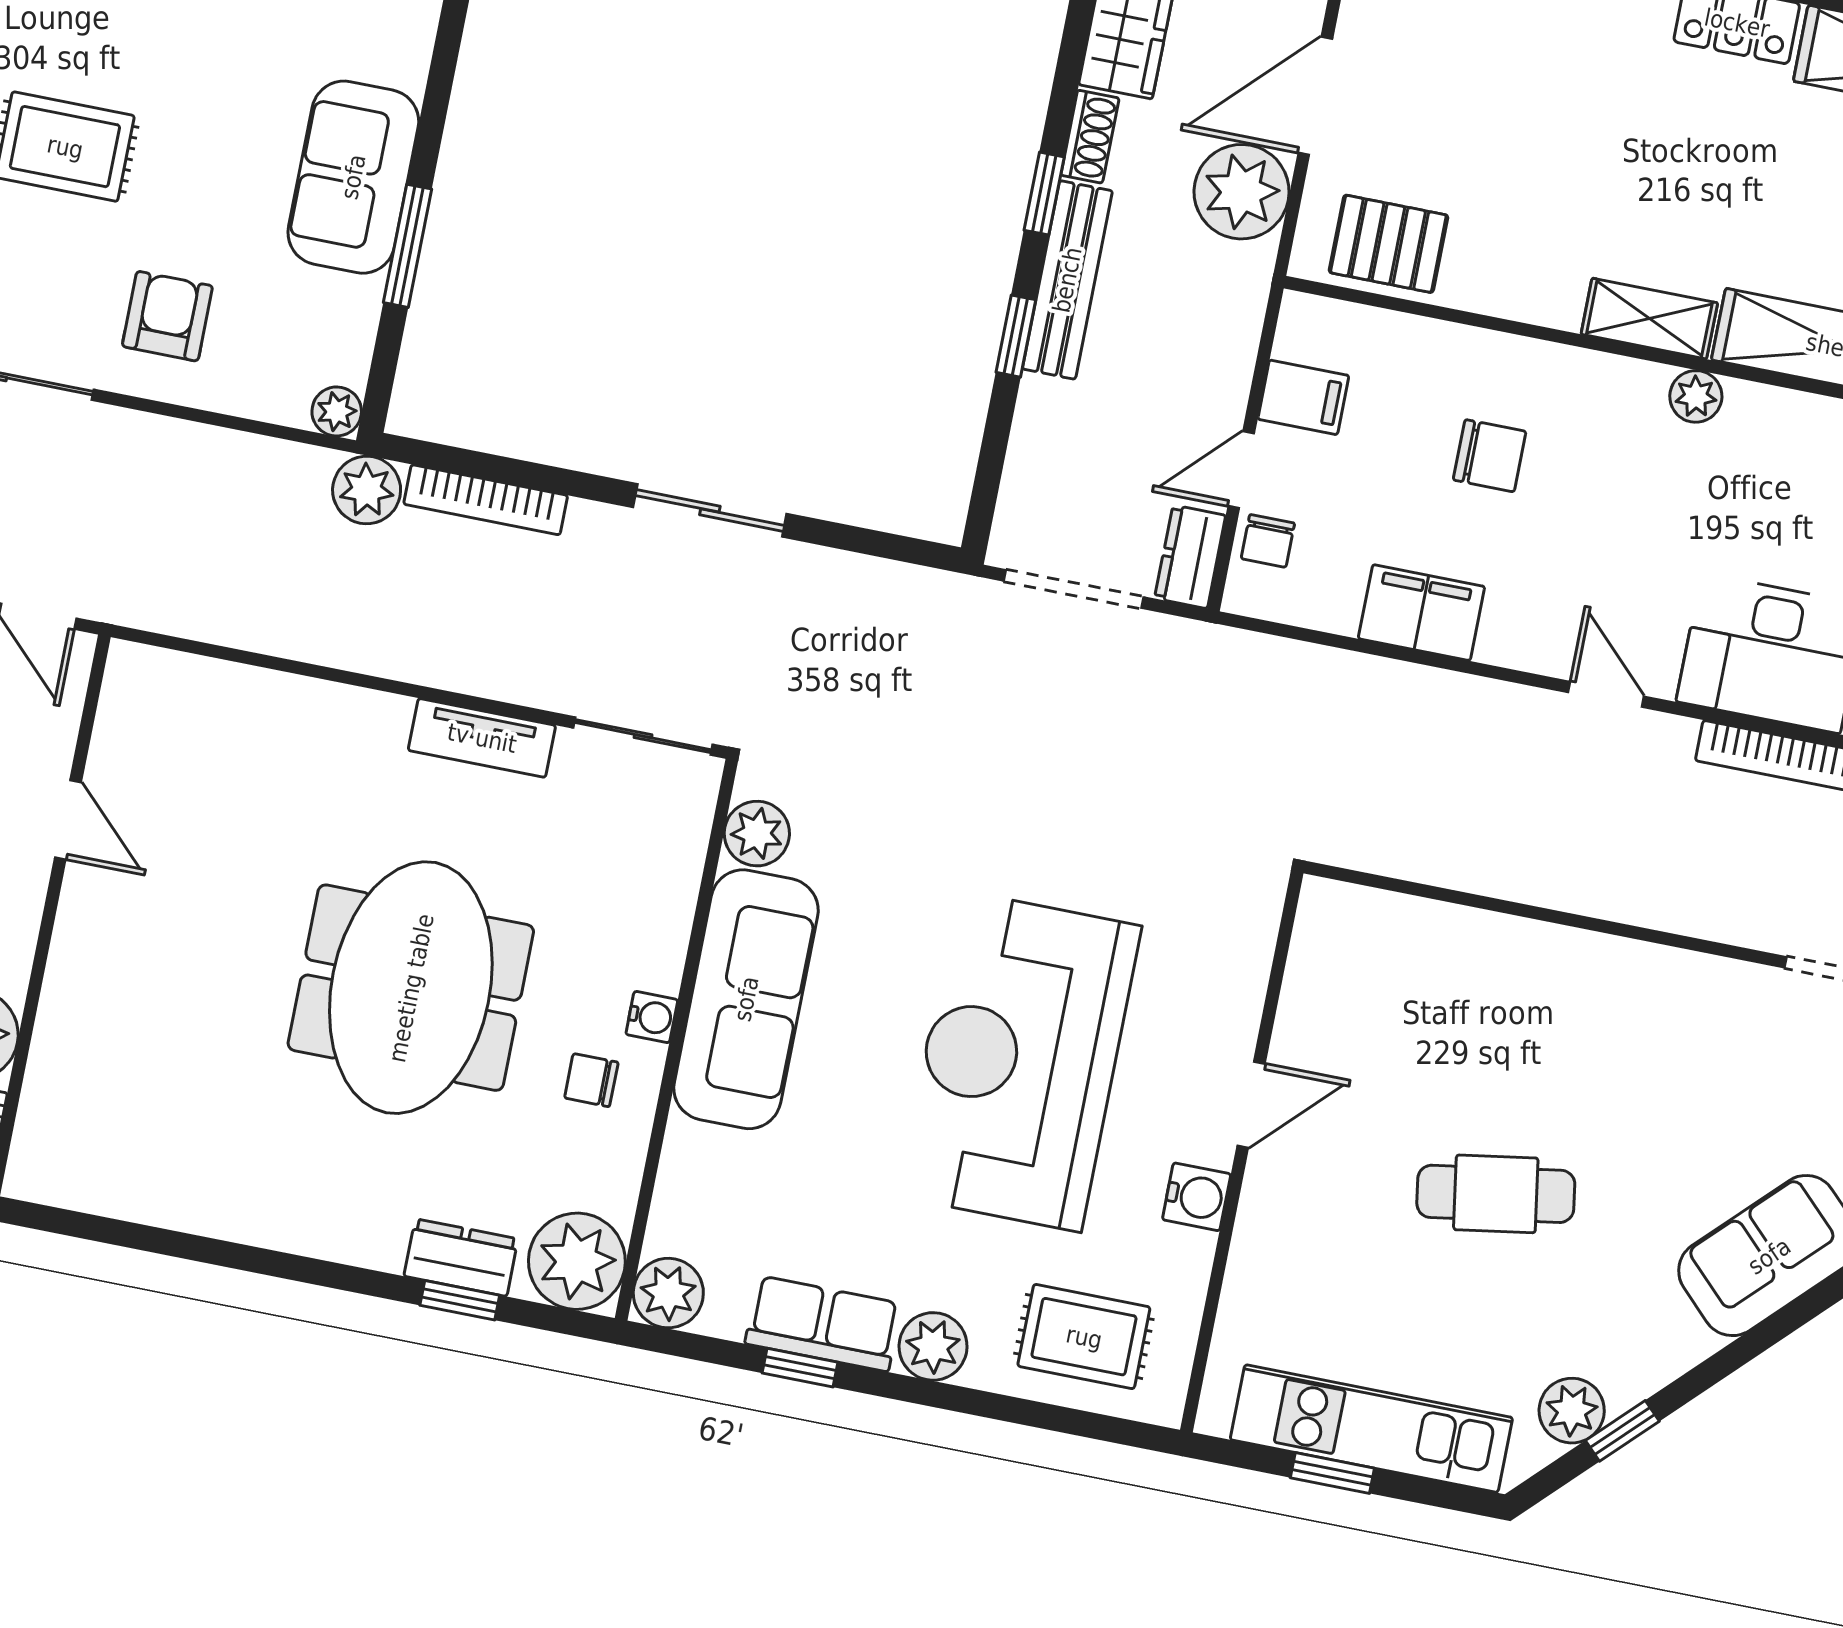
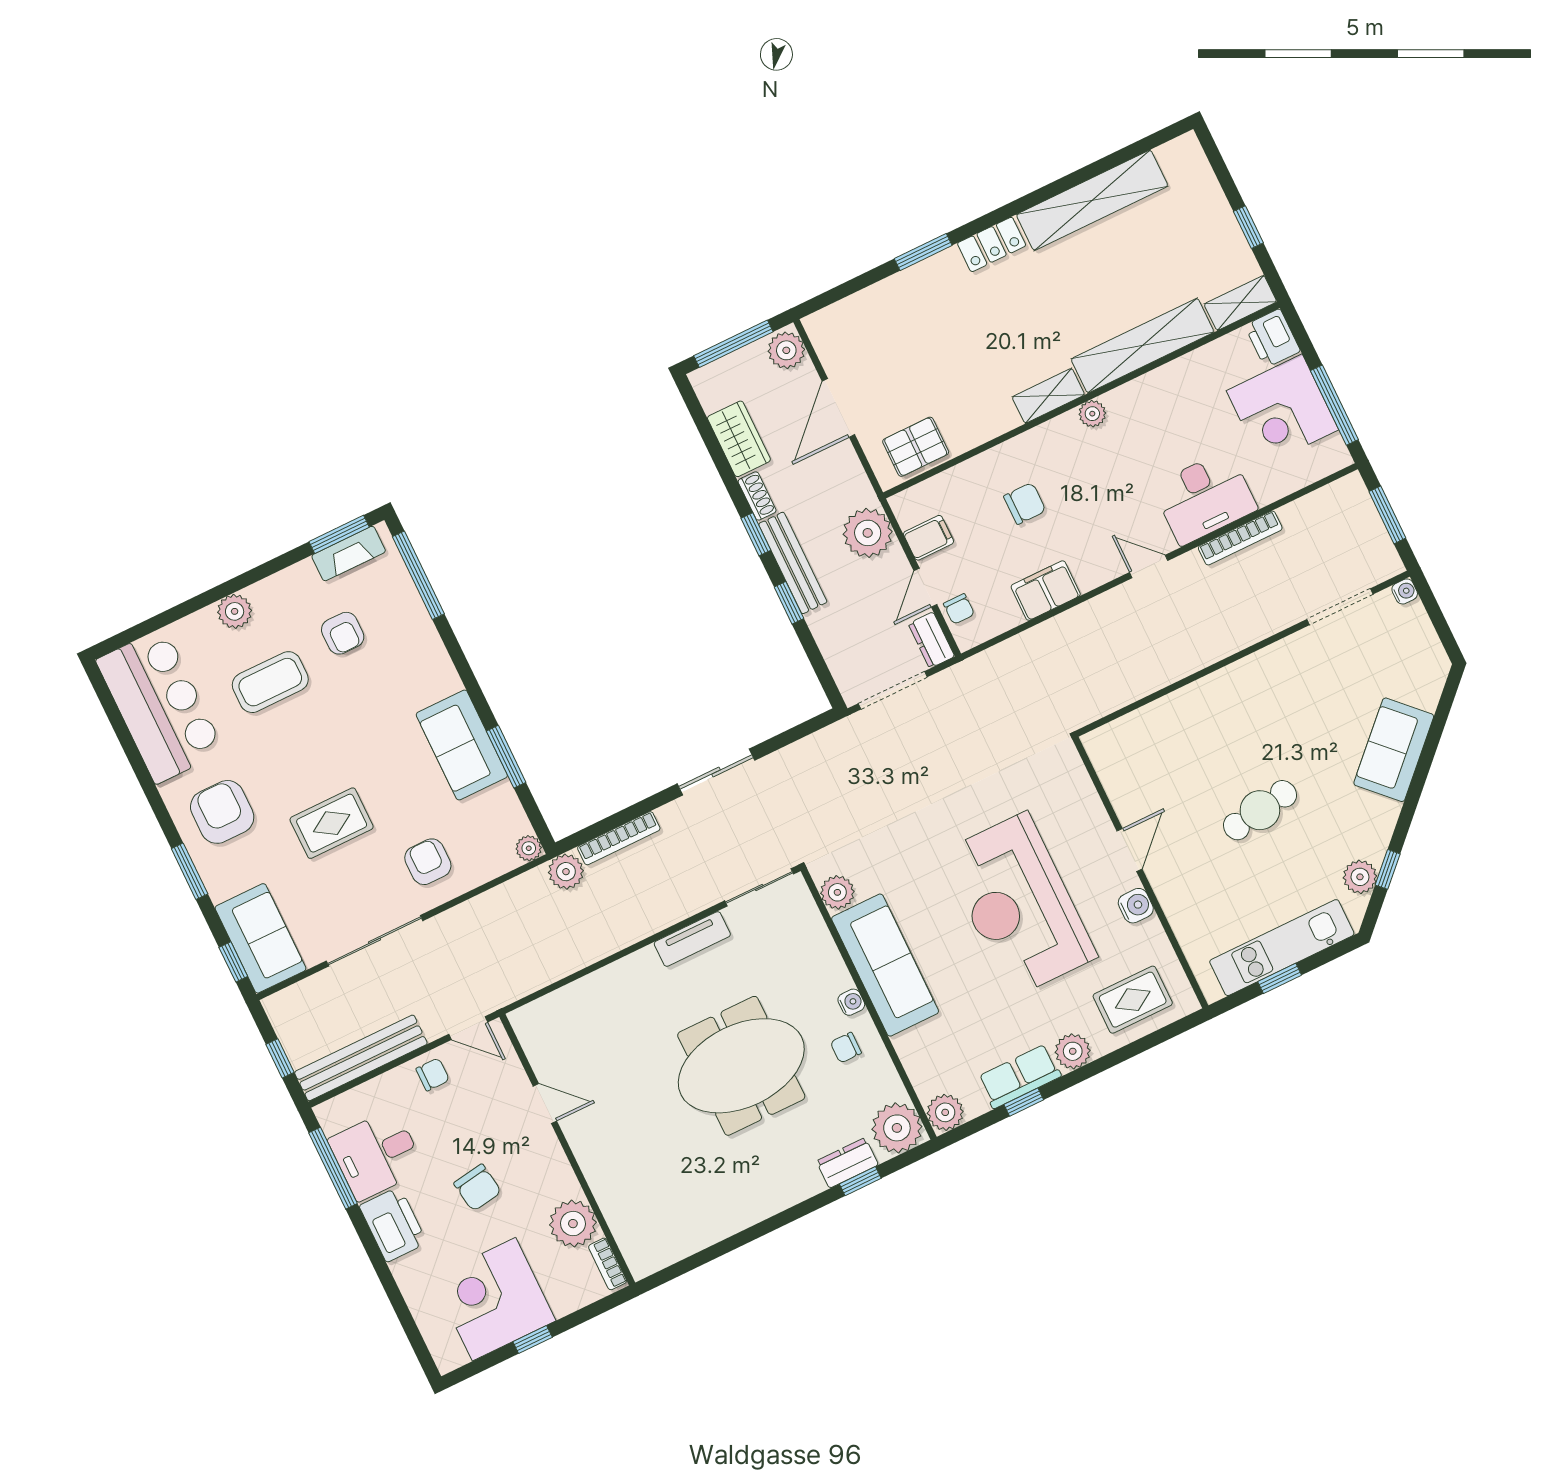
plant: (1242, 192) -> (868, 533), moved
meeting table: (411, 988) -> (741, 1066), turned 90

